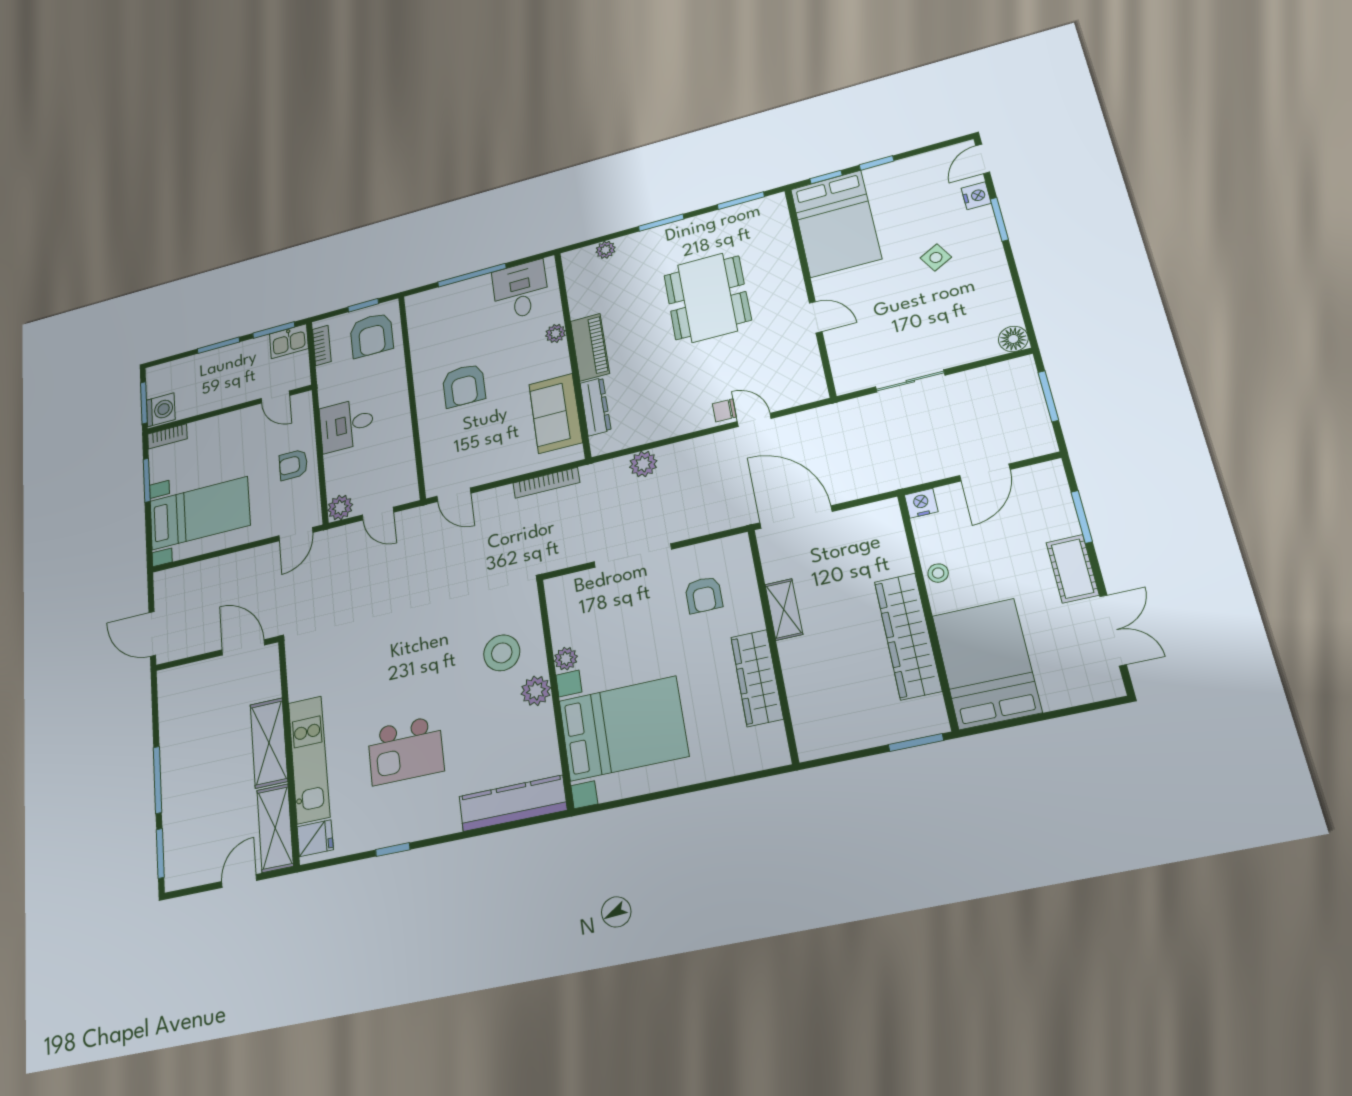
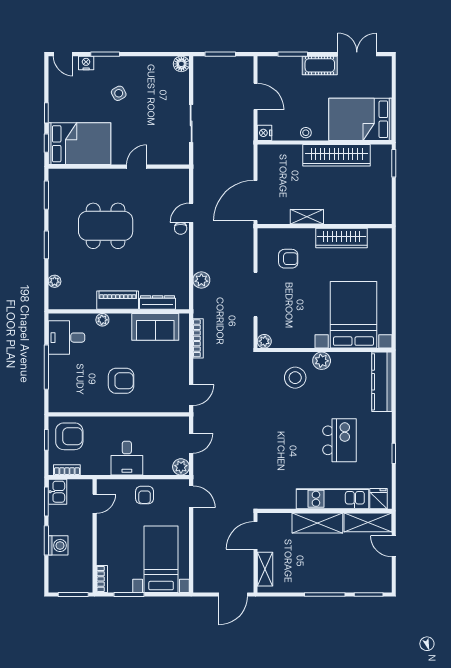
washing machine: (161, 410) -> (58, 545), moved, turned 90
plant: (566, 659) -> (264, 341), moved
shelving: (193, 675) -> (265, 569), added

